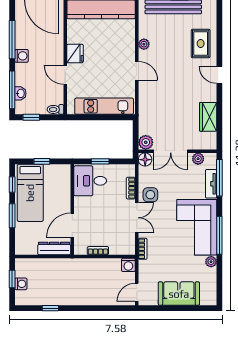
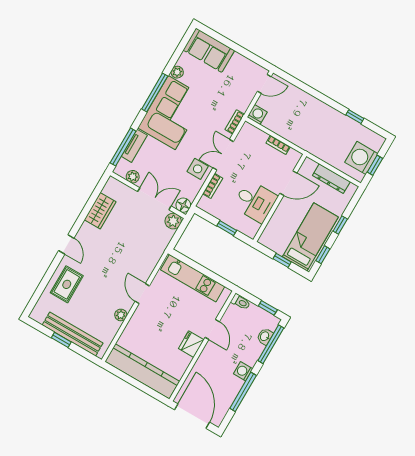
desk: (90, 181) -> (255, 201), moved
window: (12, 216) -> (340, 225), width x0.67
dresser: (54, 248) -> (331, 179), moved
washing machine: (21, 284) -> (361, 158), width x1.89, depth x1.89
sofa: (179, 294) -> (209, 50), moved

